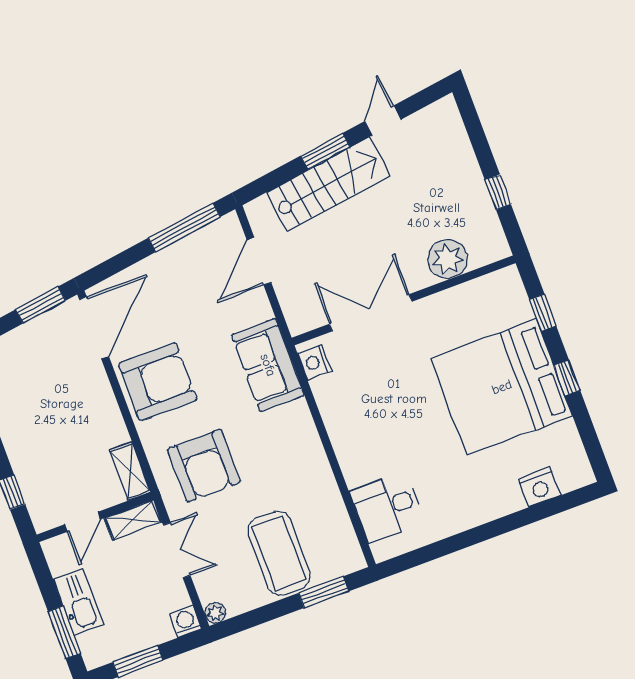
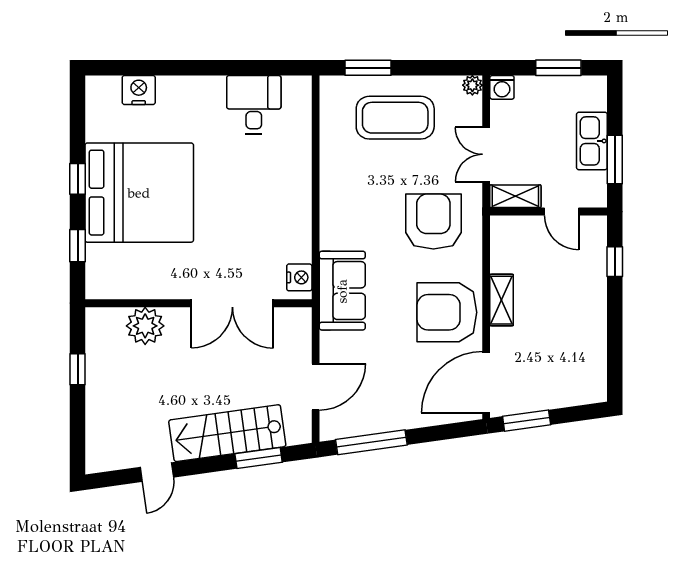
window: (325, 151) -> (259, 458), moved
shelving: (130, 471) -> (502, 300), moved
desk: (387, 507) -> (254, 104), moved, turned -90
door: (82, 522) -> (561, 212), swing flipped
coffee table: (279, 553) -> (395, 118), turned 90
window: (64, 632) -> (615, 160), moved

